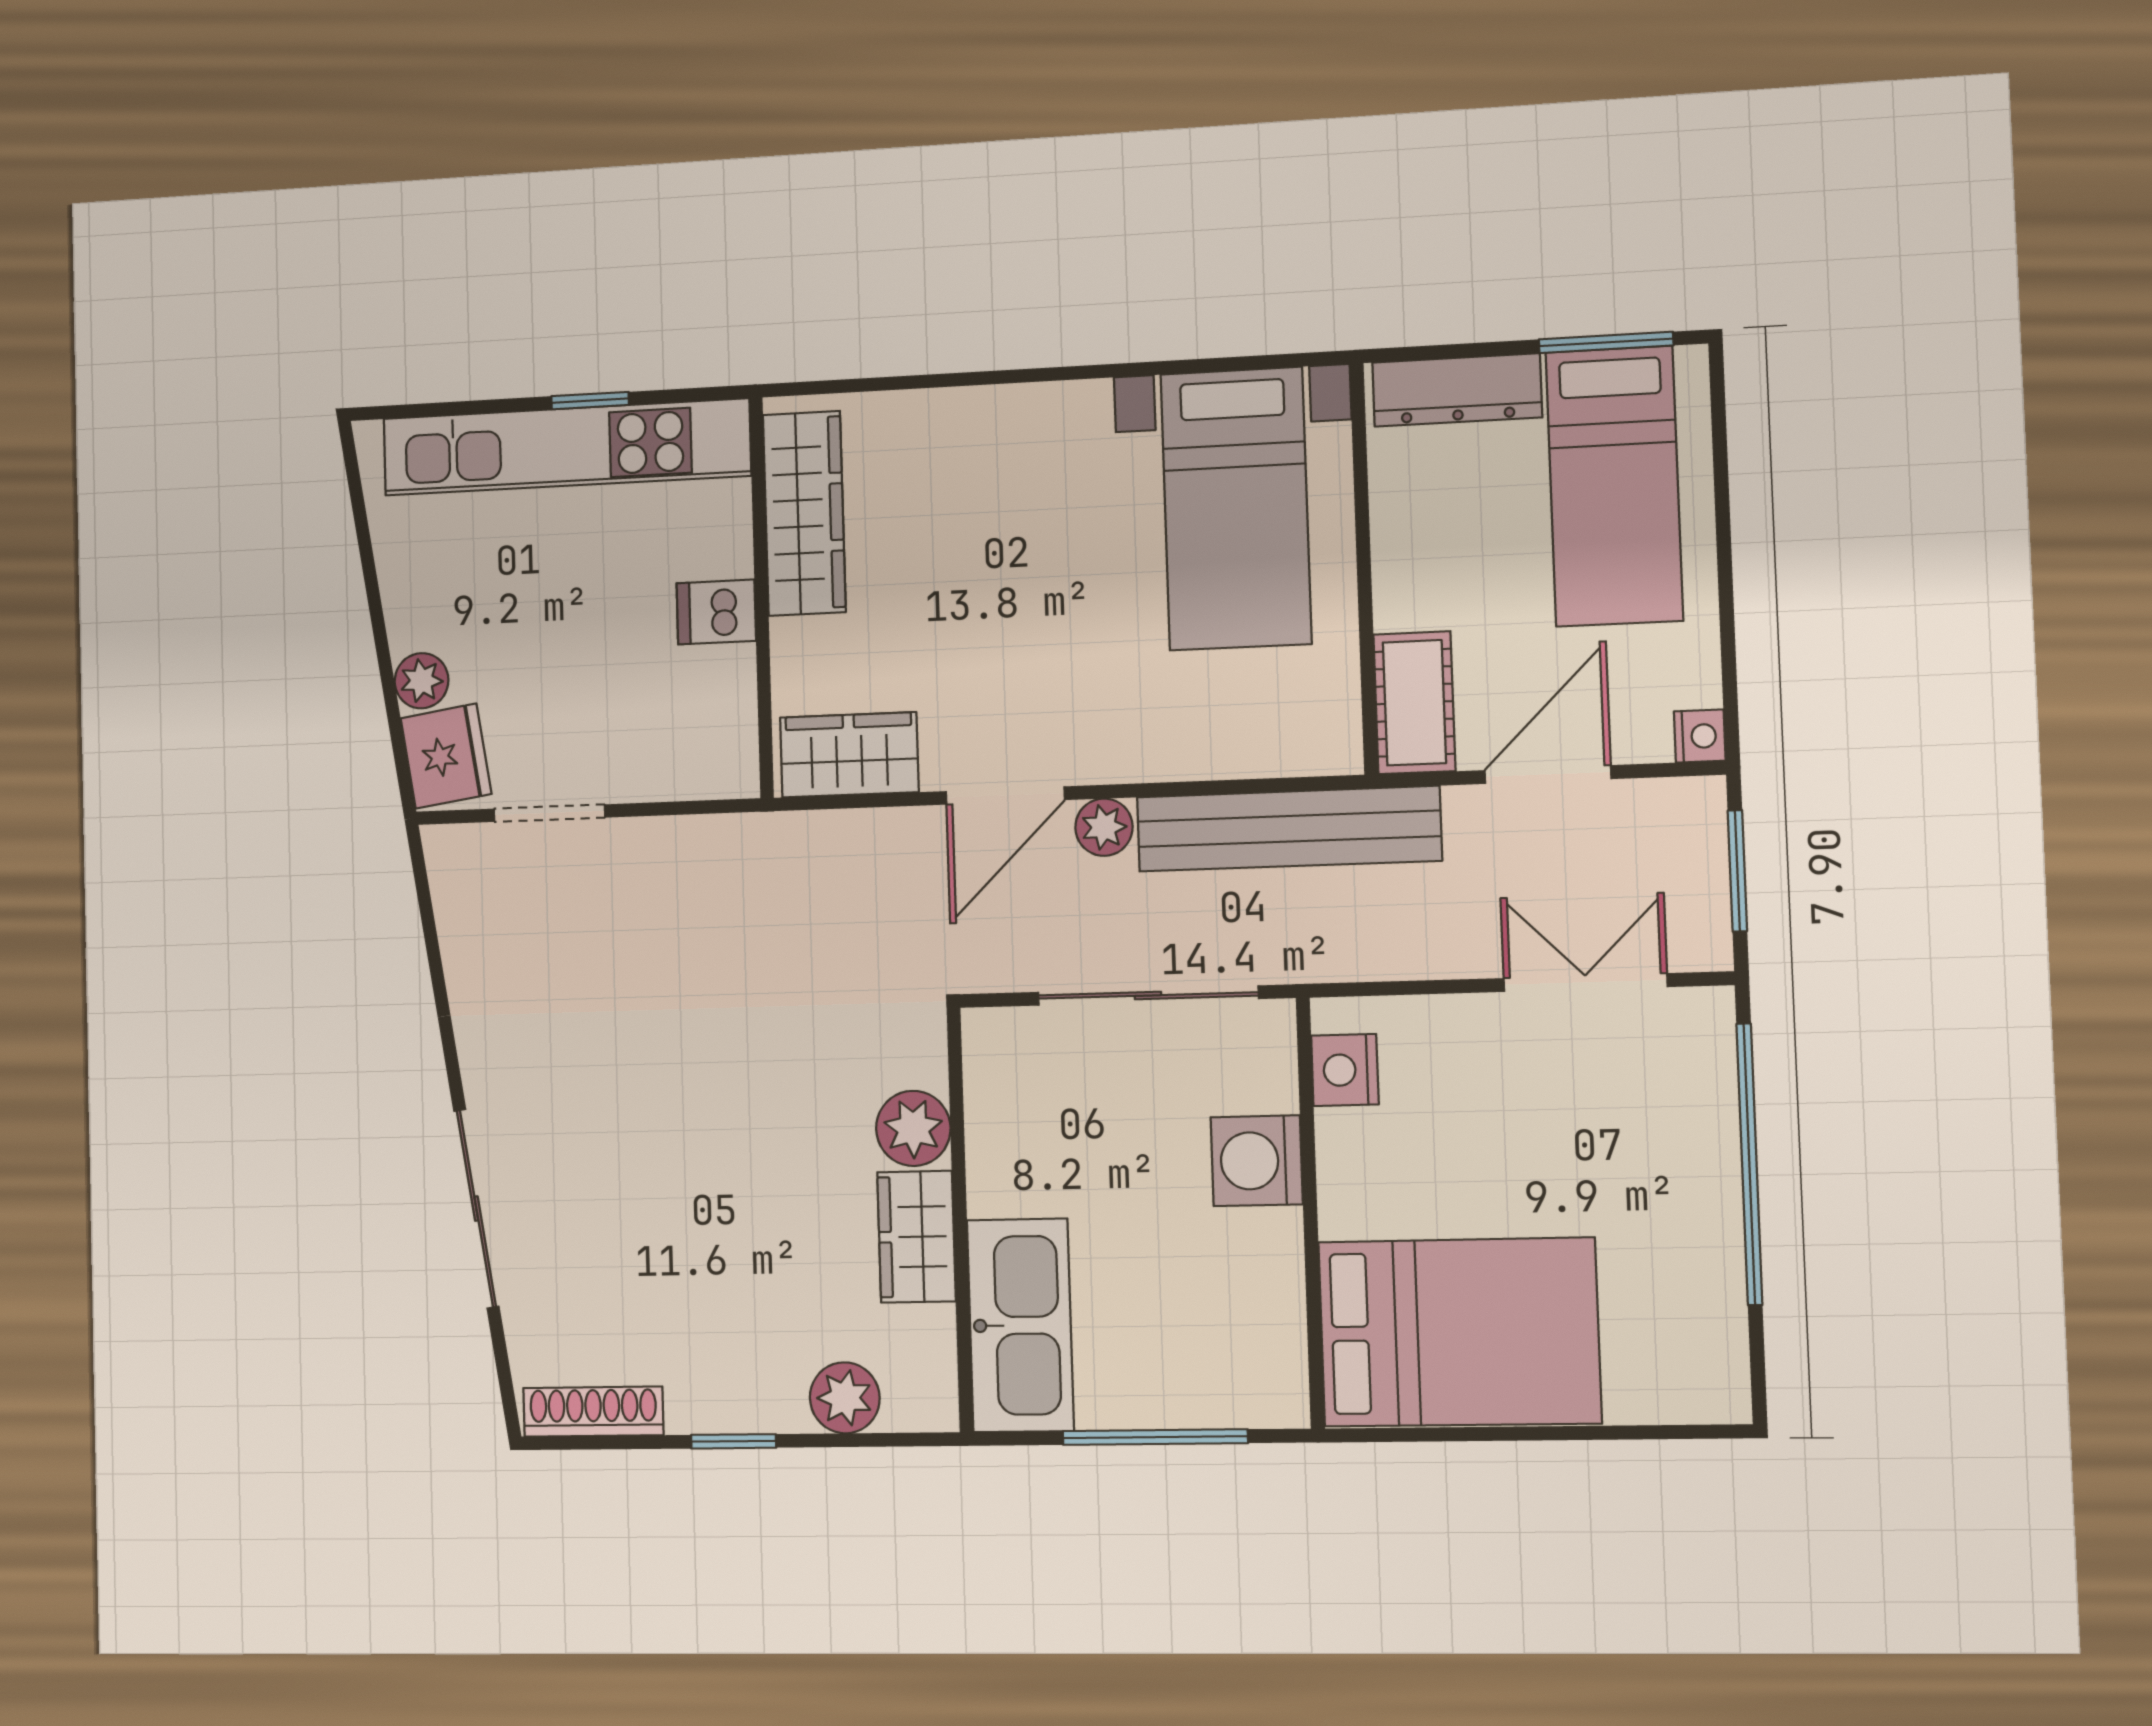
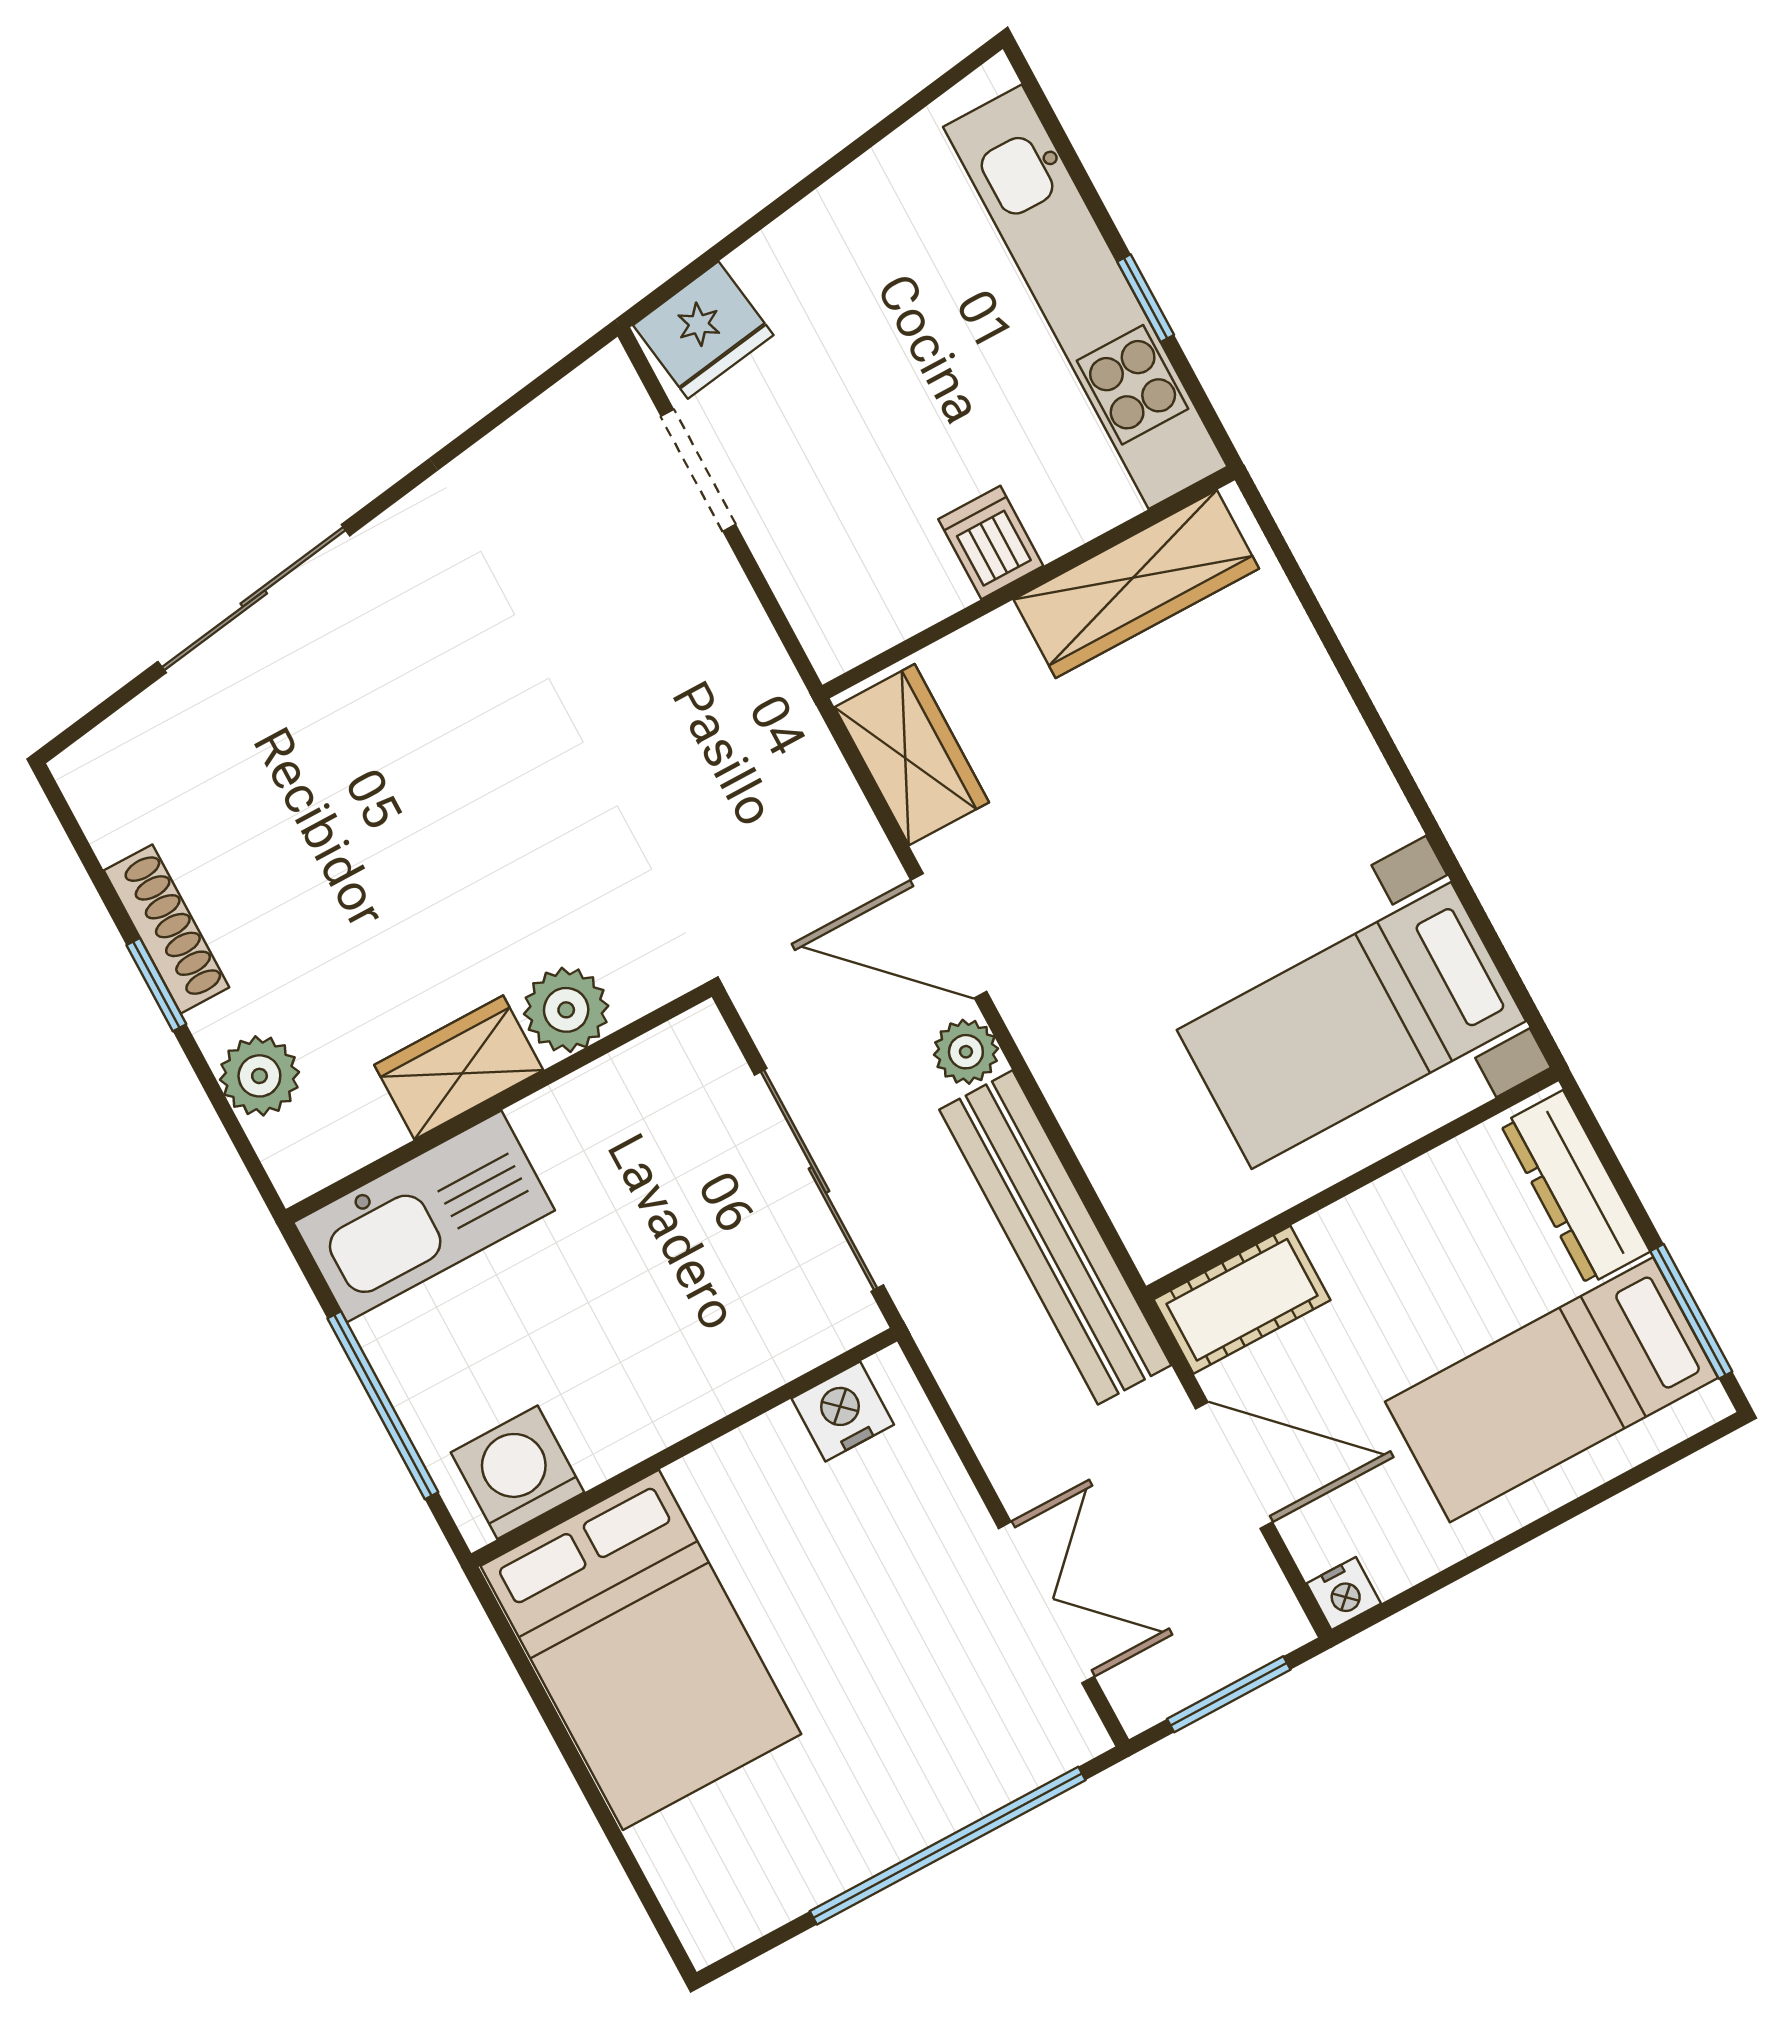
plant: (422, 681) -> (768, 264), removed
washing machine: (1257, 1161) -> (518, 1472), moved
shoe rack: (593, 1412) -> (166, 929), moved

